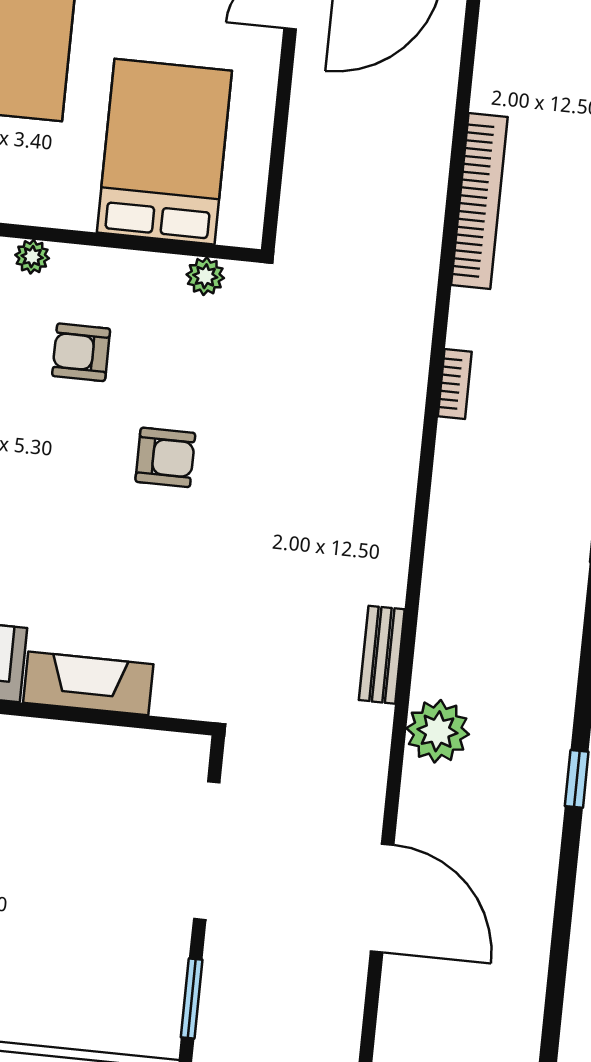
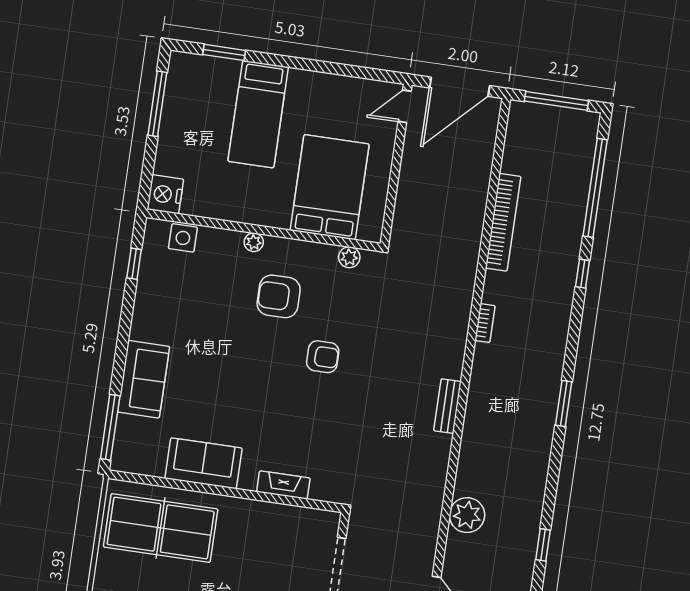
armchair: (81, 352) -> (279, 296), width x1.38, depth x1.38
bench: (382, 655) -> (447, 406), moved
fireplace: (88, 683) -> (283, 485), width x0.73, depth x0.76

